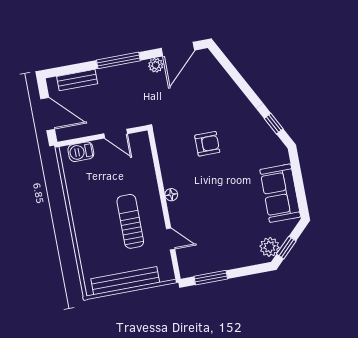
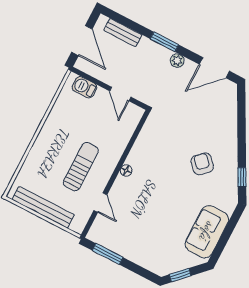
window: (118, 60) -> (164, 42), width x0.69
plant: (156, 65) -> (177, 61), moved
armchair: (207, 144) -> (202, 164), moved, turned -133
plant: (270, 247) -> (168, 265), removed

